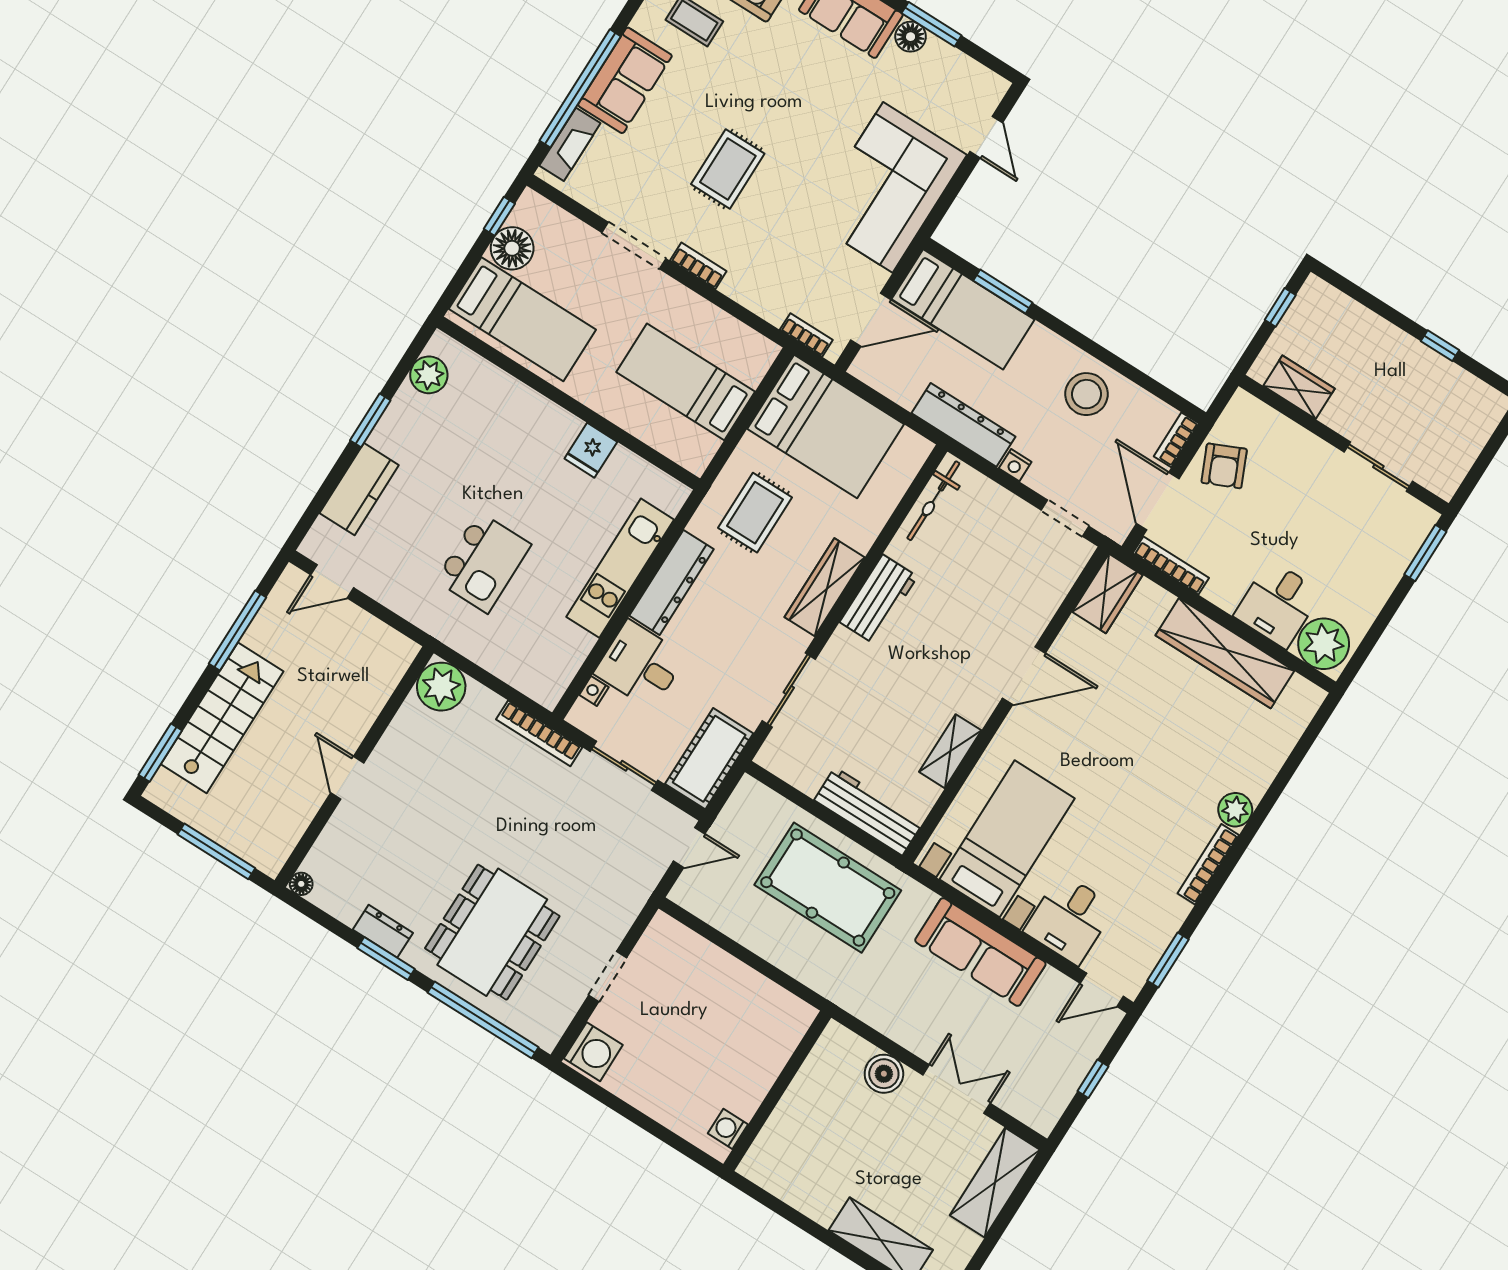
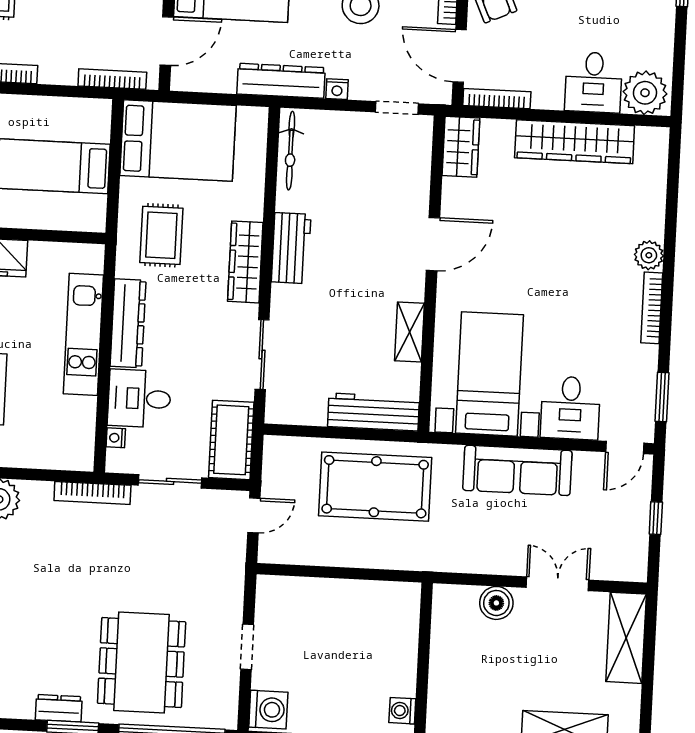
bookcase: (806, 335) -> (112, 79), width x1.56

